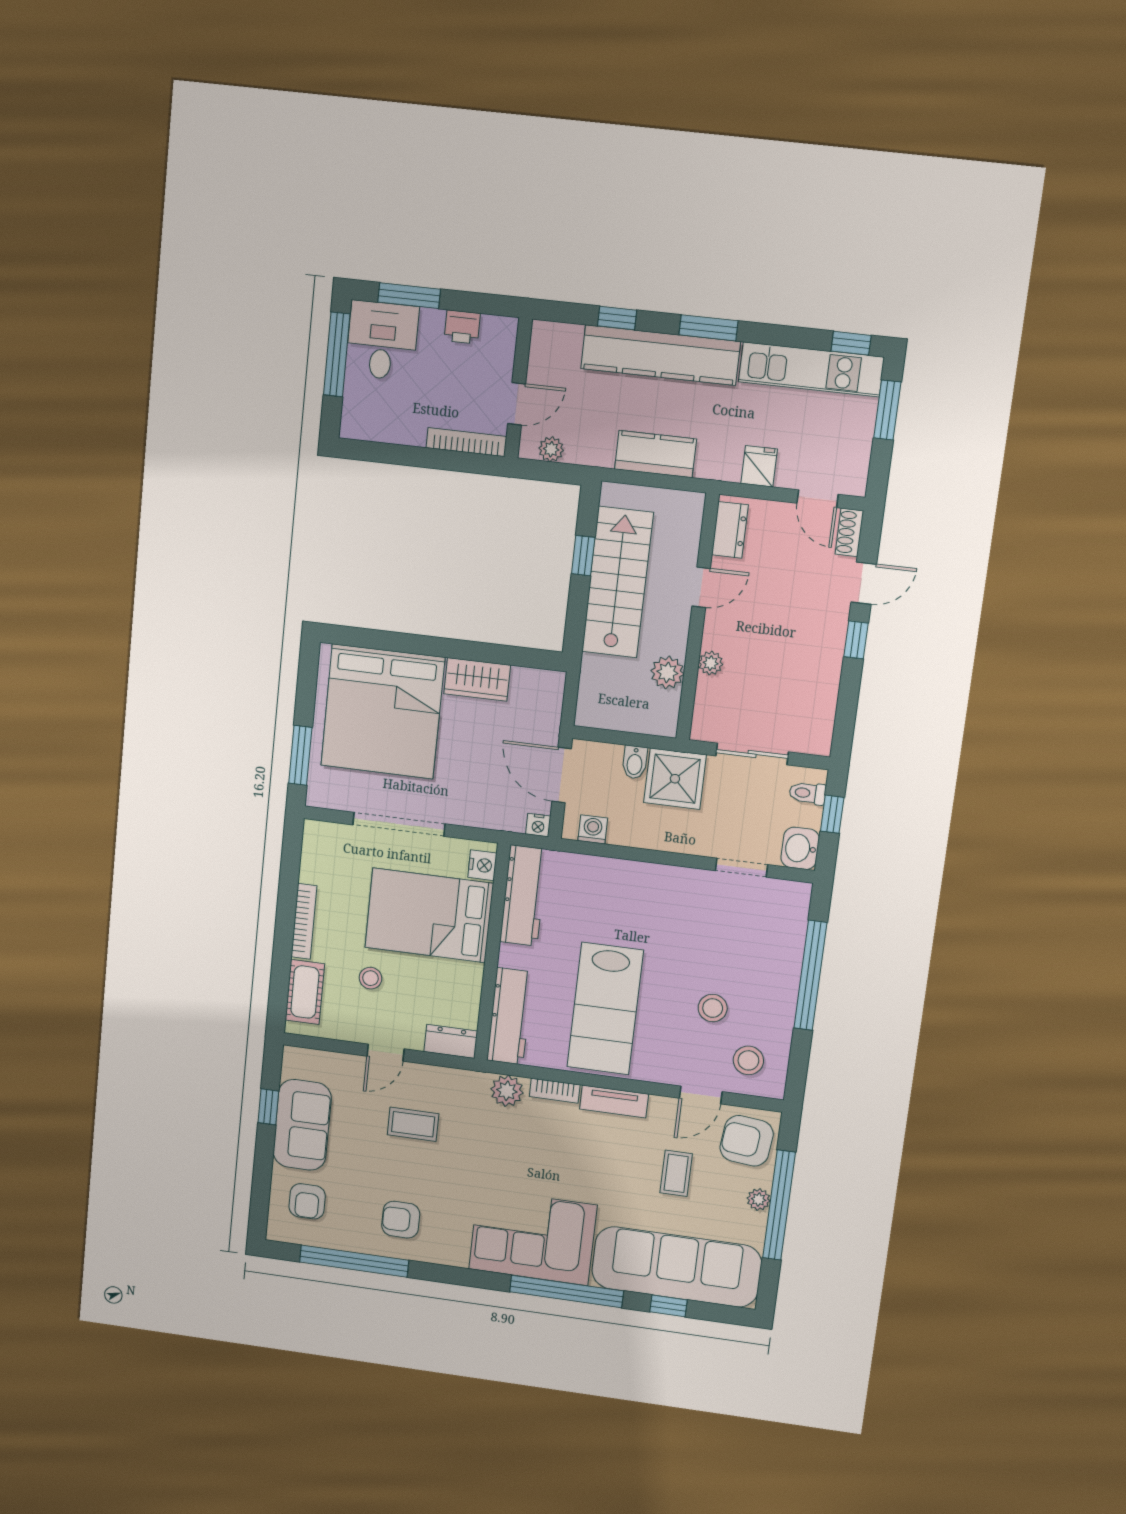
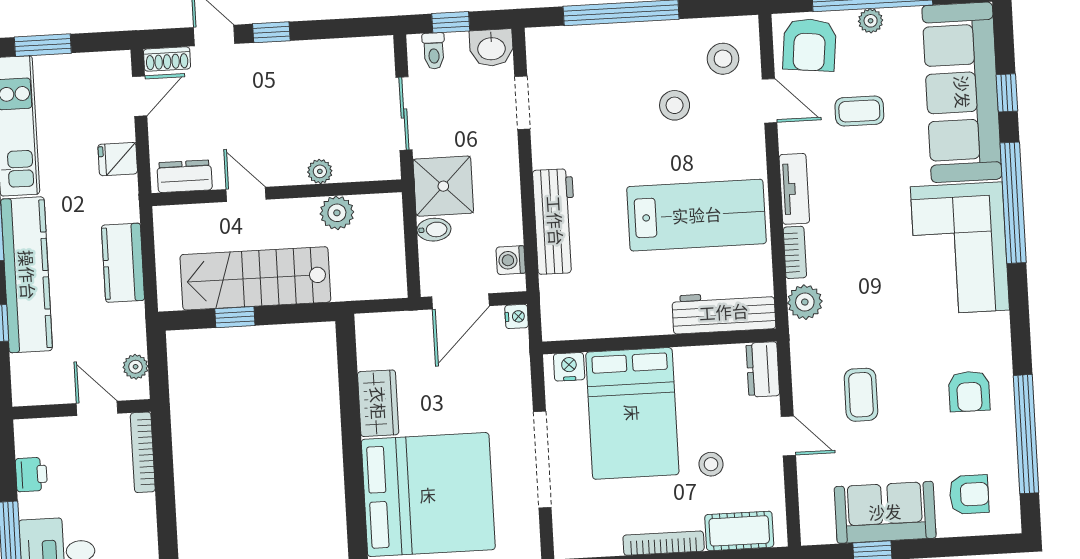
workbench: (524, 896) -> (555, 221), moved, turned 90

